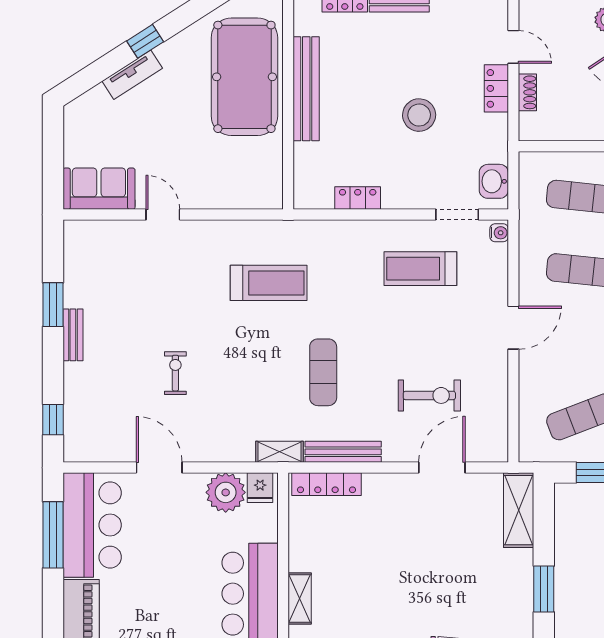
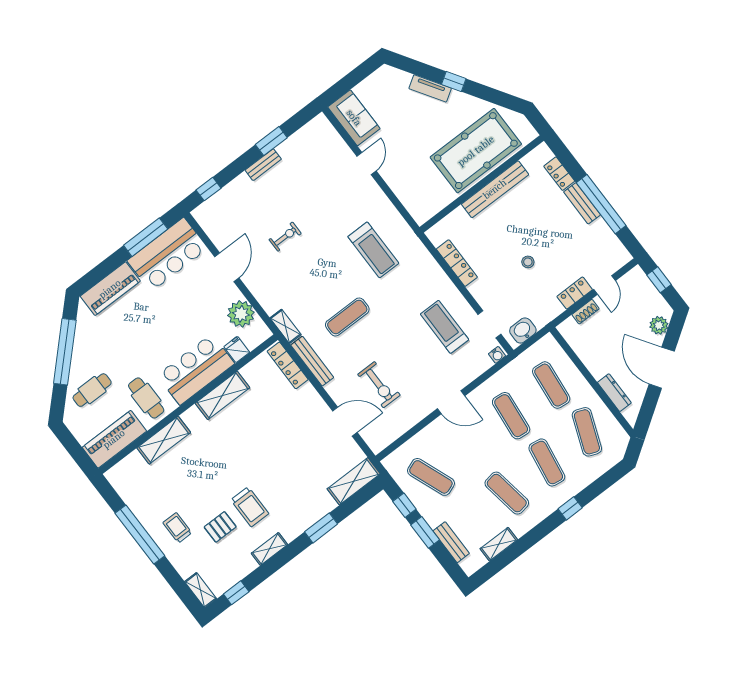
stool: (419, 115) -> (528, 262), width x0.53, depth x0.53
locker: (358, 198) -> (457, 263), width x1.53
fridge: (260, 488) -> (237, 349), moved, turned 90
shelving: (300, 599) -> (222, 395), width x1.50, depth x1.33

